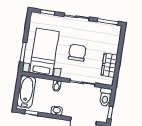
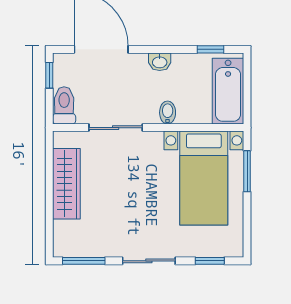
chair: (77, 53) -> (136, 188), removed
wardrobe: (109, 65) -> (66, 184), width x1.50

